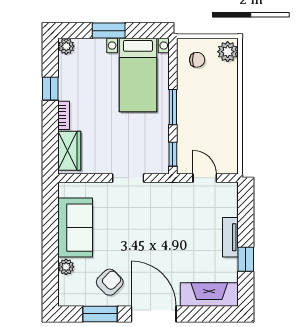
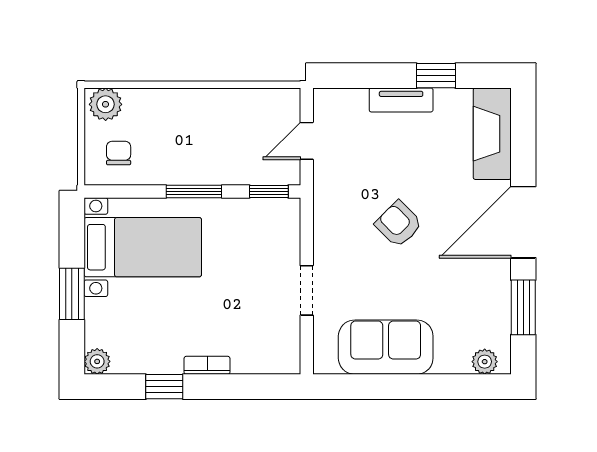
wardrobe: (69, 151) -> (263, 356), removed
doorway: (128, 178) -> (307, 290), moved
plant: (66, 267) -> (485, 362), moved
armchair: (110, 282) -> (399, 224), moved

